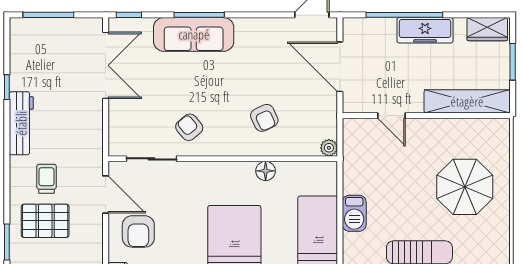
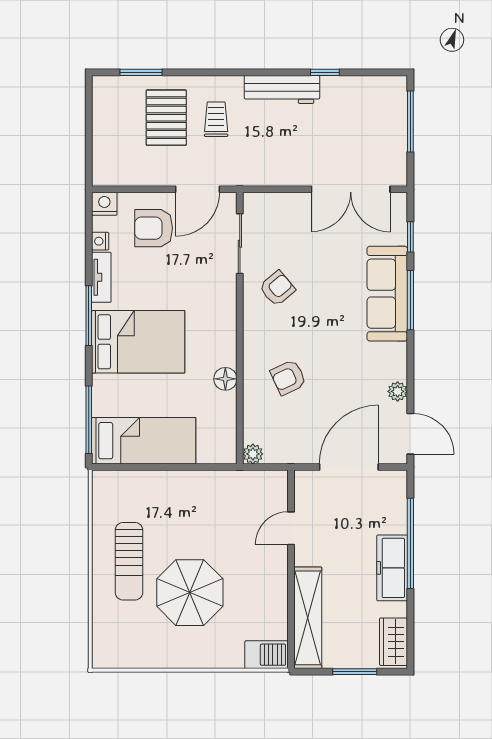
window: (129, 15) -> (410, 237), moved
plant: (276, 26) -> (398, 391), added
trolley: (46, 179) -> (216, 119), turned -90
parasol: (465, 187) -> (190, 593), moved
barbecue: (354, 213) -> (267, 655), moved, turned 180

